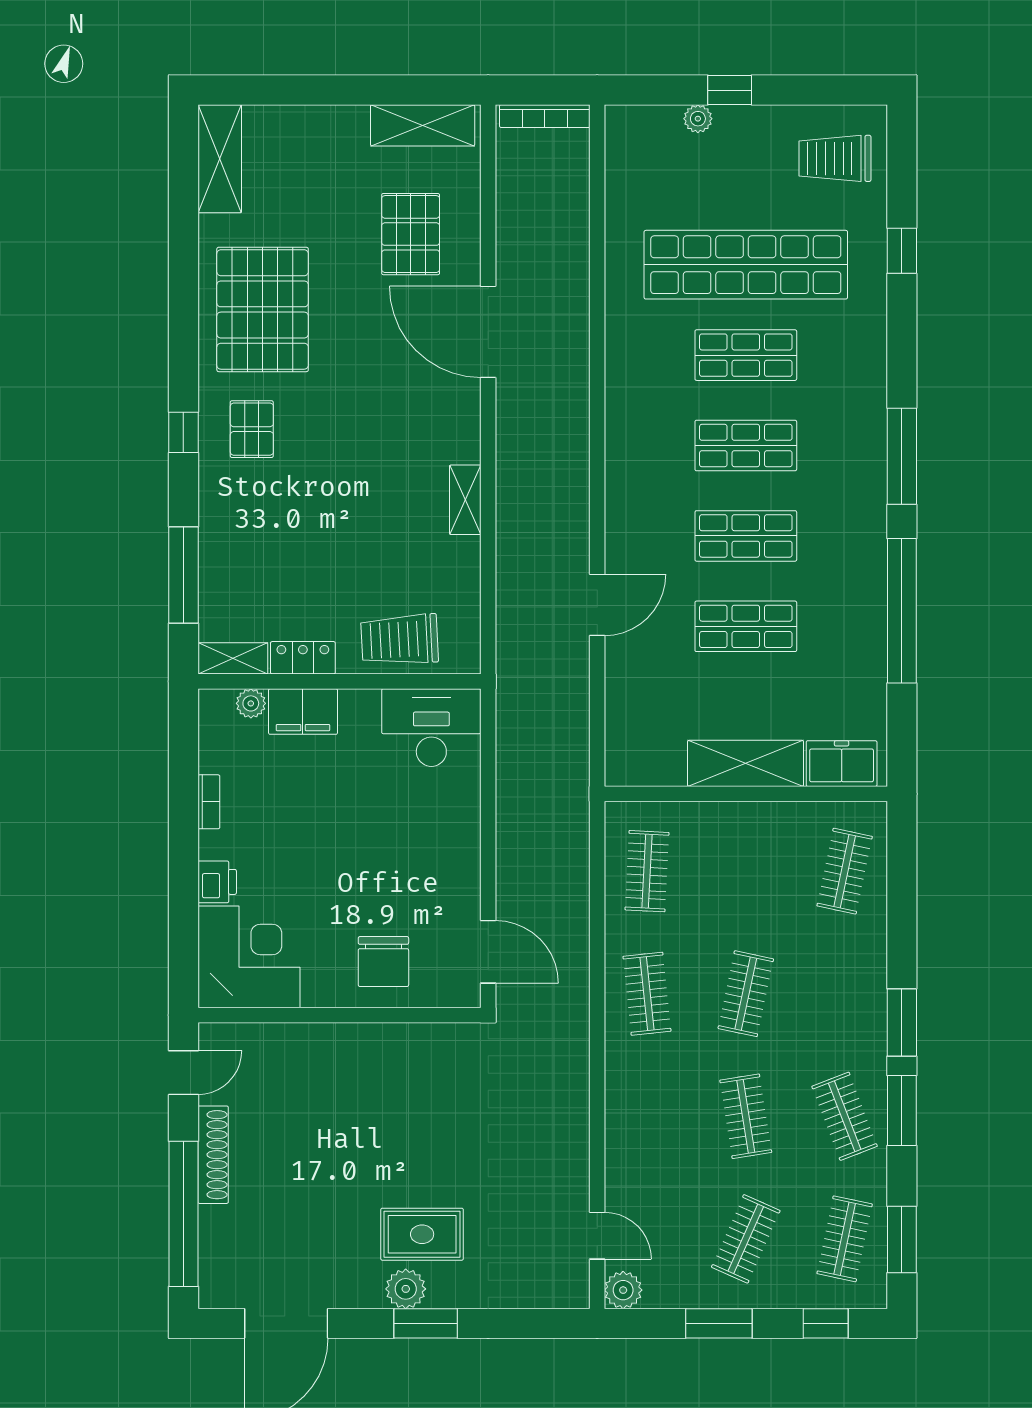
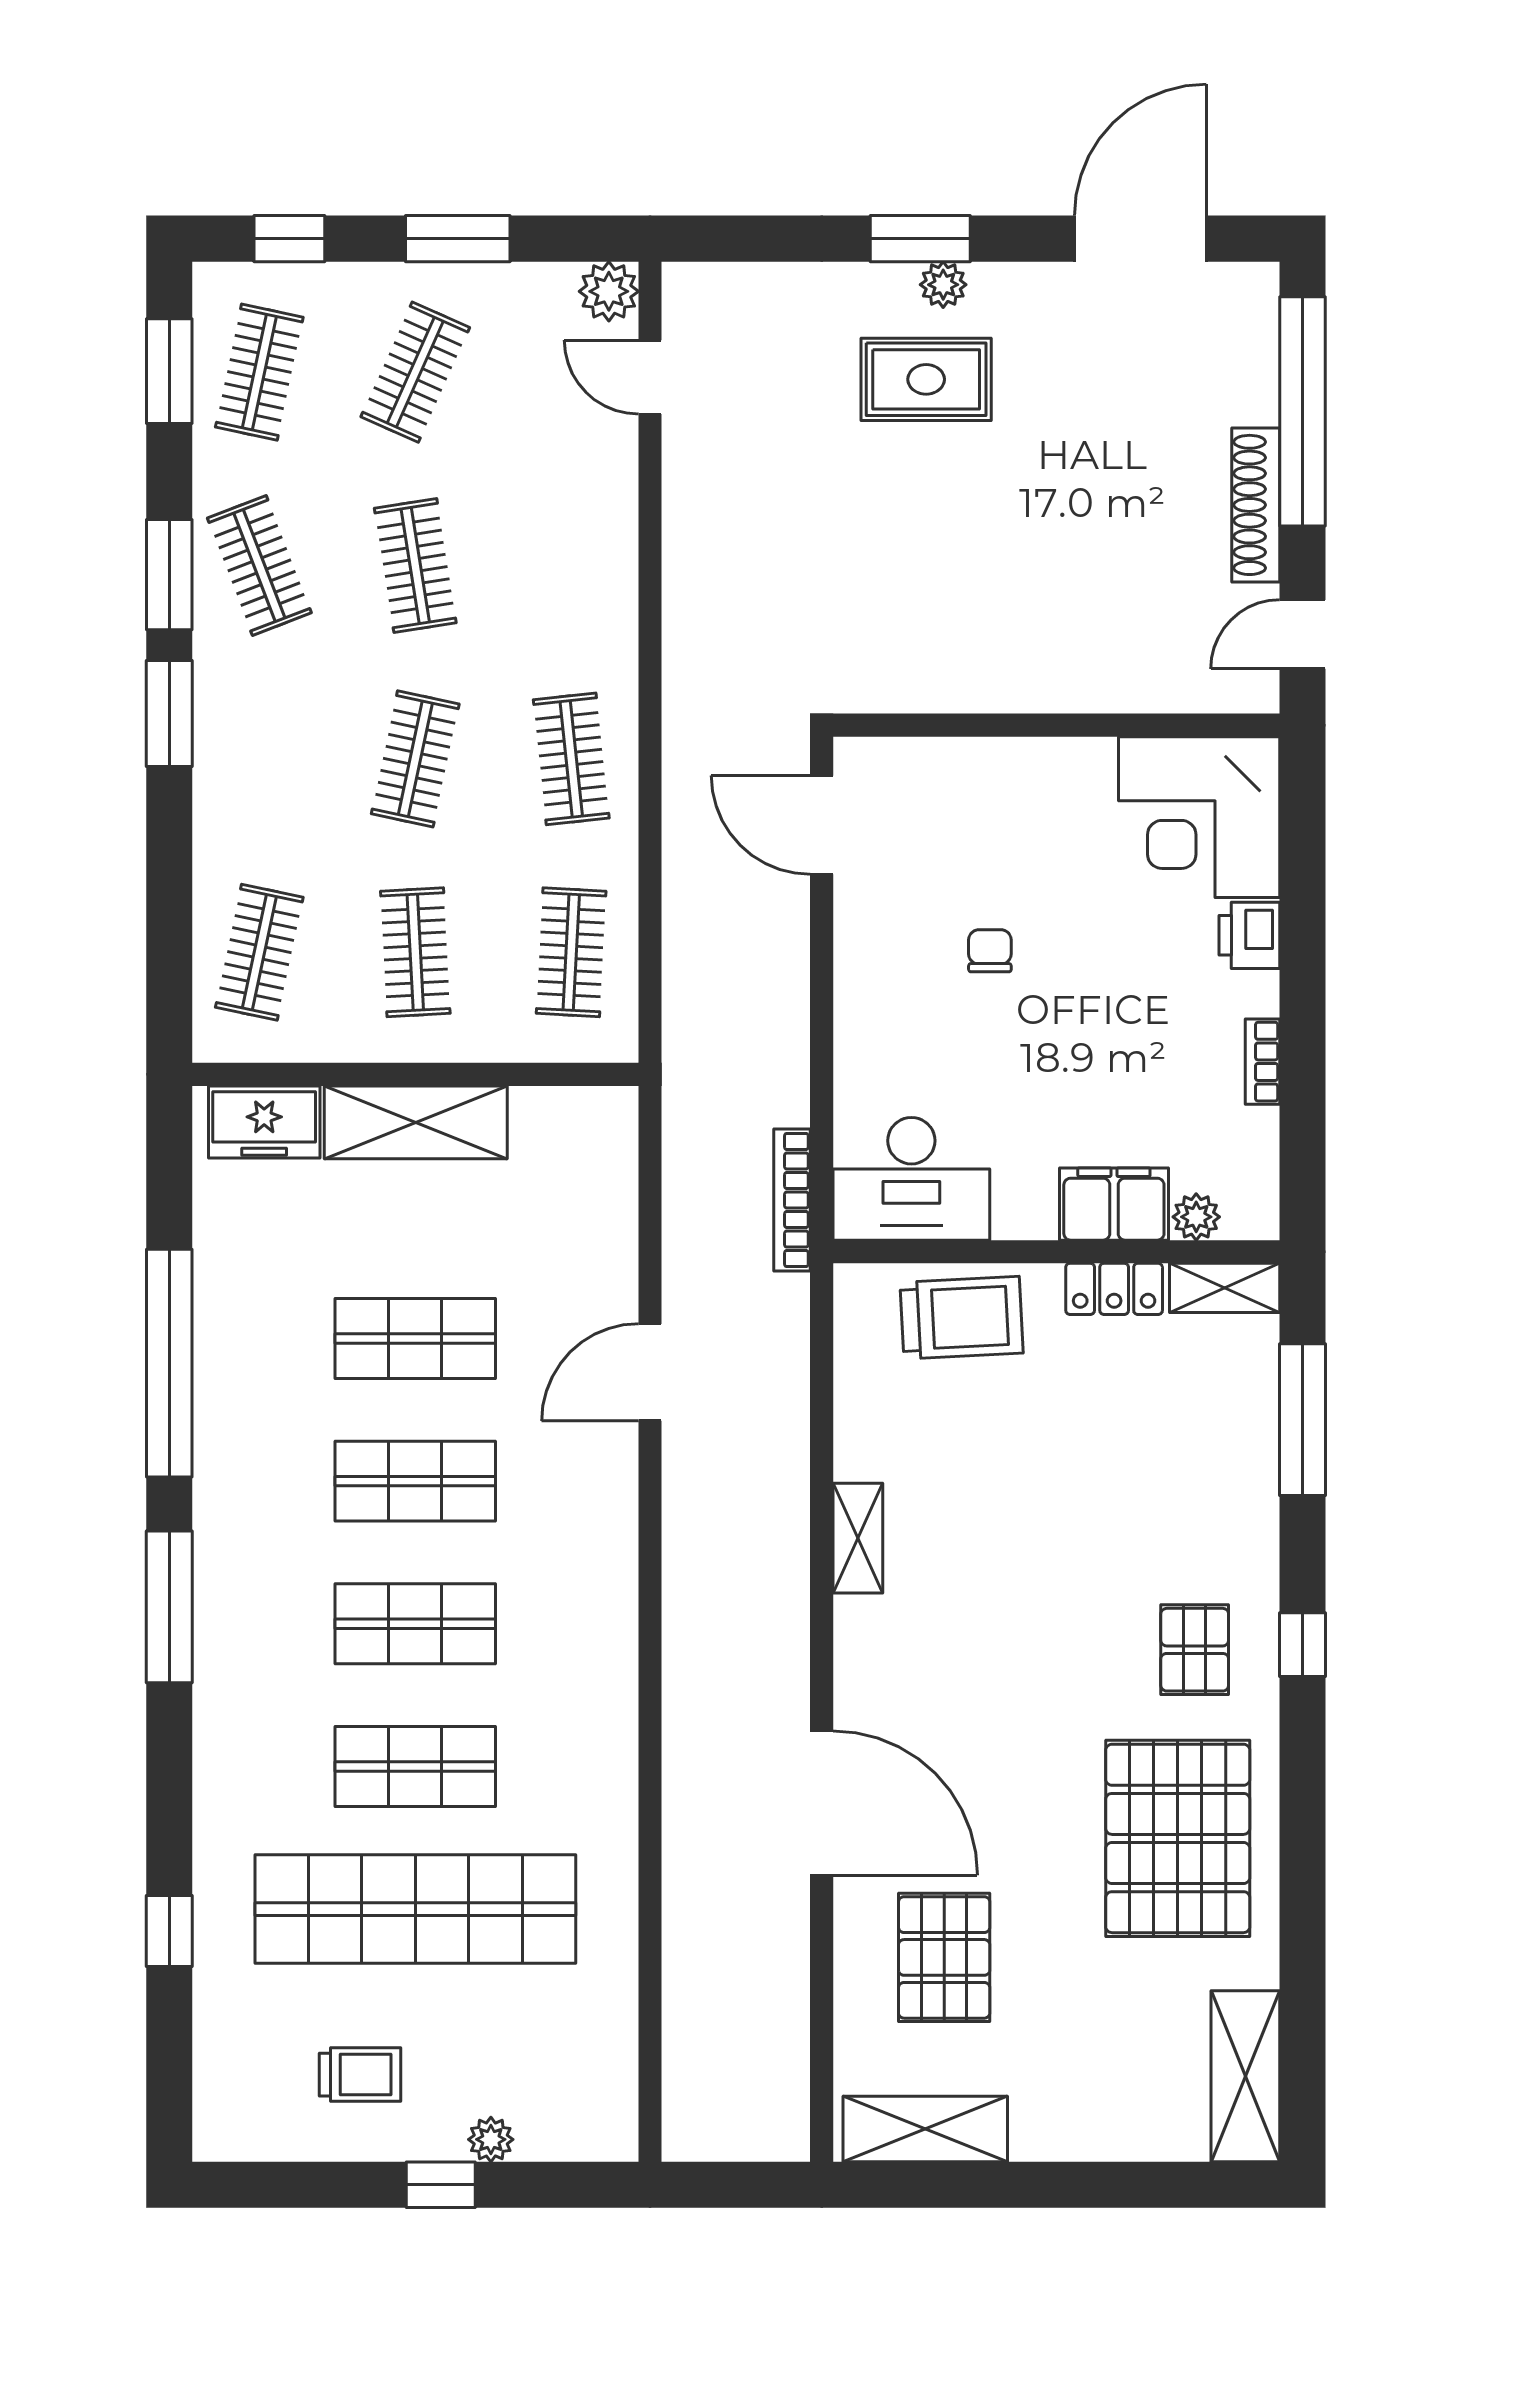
bookcase: (545, 116) -> (792, 1200), moved, turned -90
trolley: (835, 158) -> (360, 2075), moved, width x0.73, depth x0.72
clothes rail: (746, 871) -> (415, 952), added
chair: (383, 962) -> (990, 951), moved, width x0.54, depth x0.54
plant: (406, 1289) -> (943, 285), width x0.73, depth x0.73

